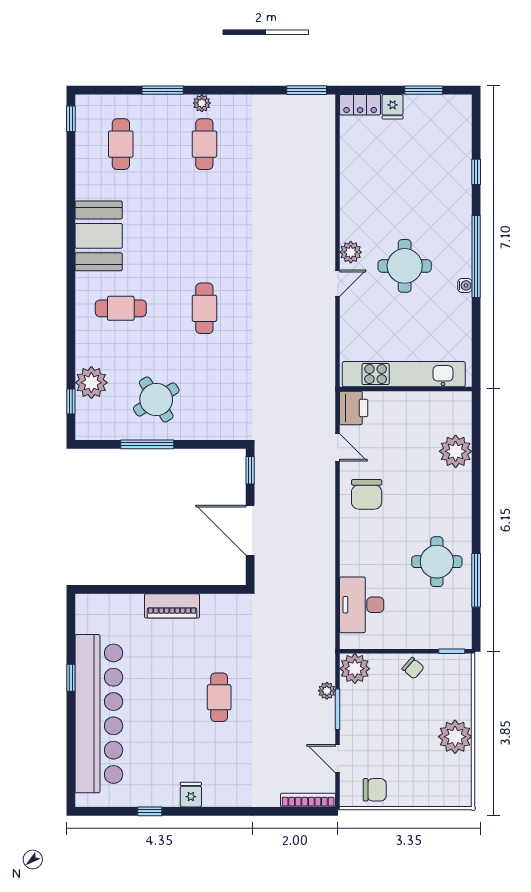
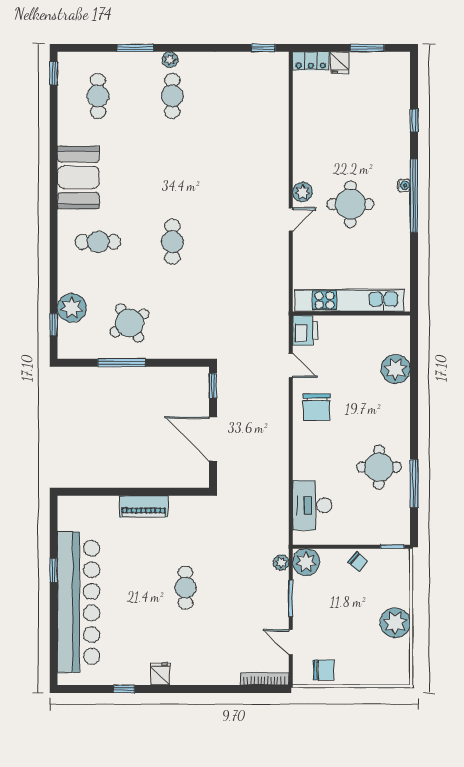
window: (307, 90) -> (263, 48), width x0.67
water cooler: (465, 285) -> (404, 185), moved
plant: (327, 691) -> (281, 563), moved

